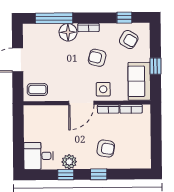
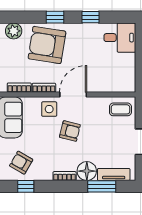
window: (54, 18) -> (102, 186), width x0.69
tv unit: (43, 29) -> (114, 174), added
armchair: (97, 58) -> (70, 131), moved
armchair: (106, 148) -> (47, 45), width x1.88, depth x1.88
plant: (69, 162) -> (14, 31), moved

